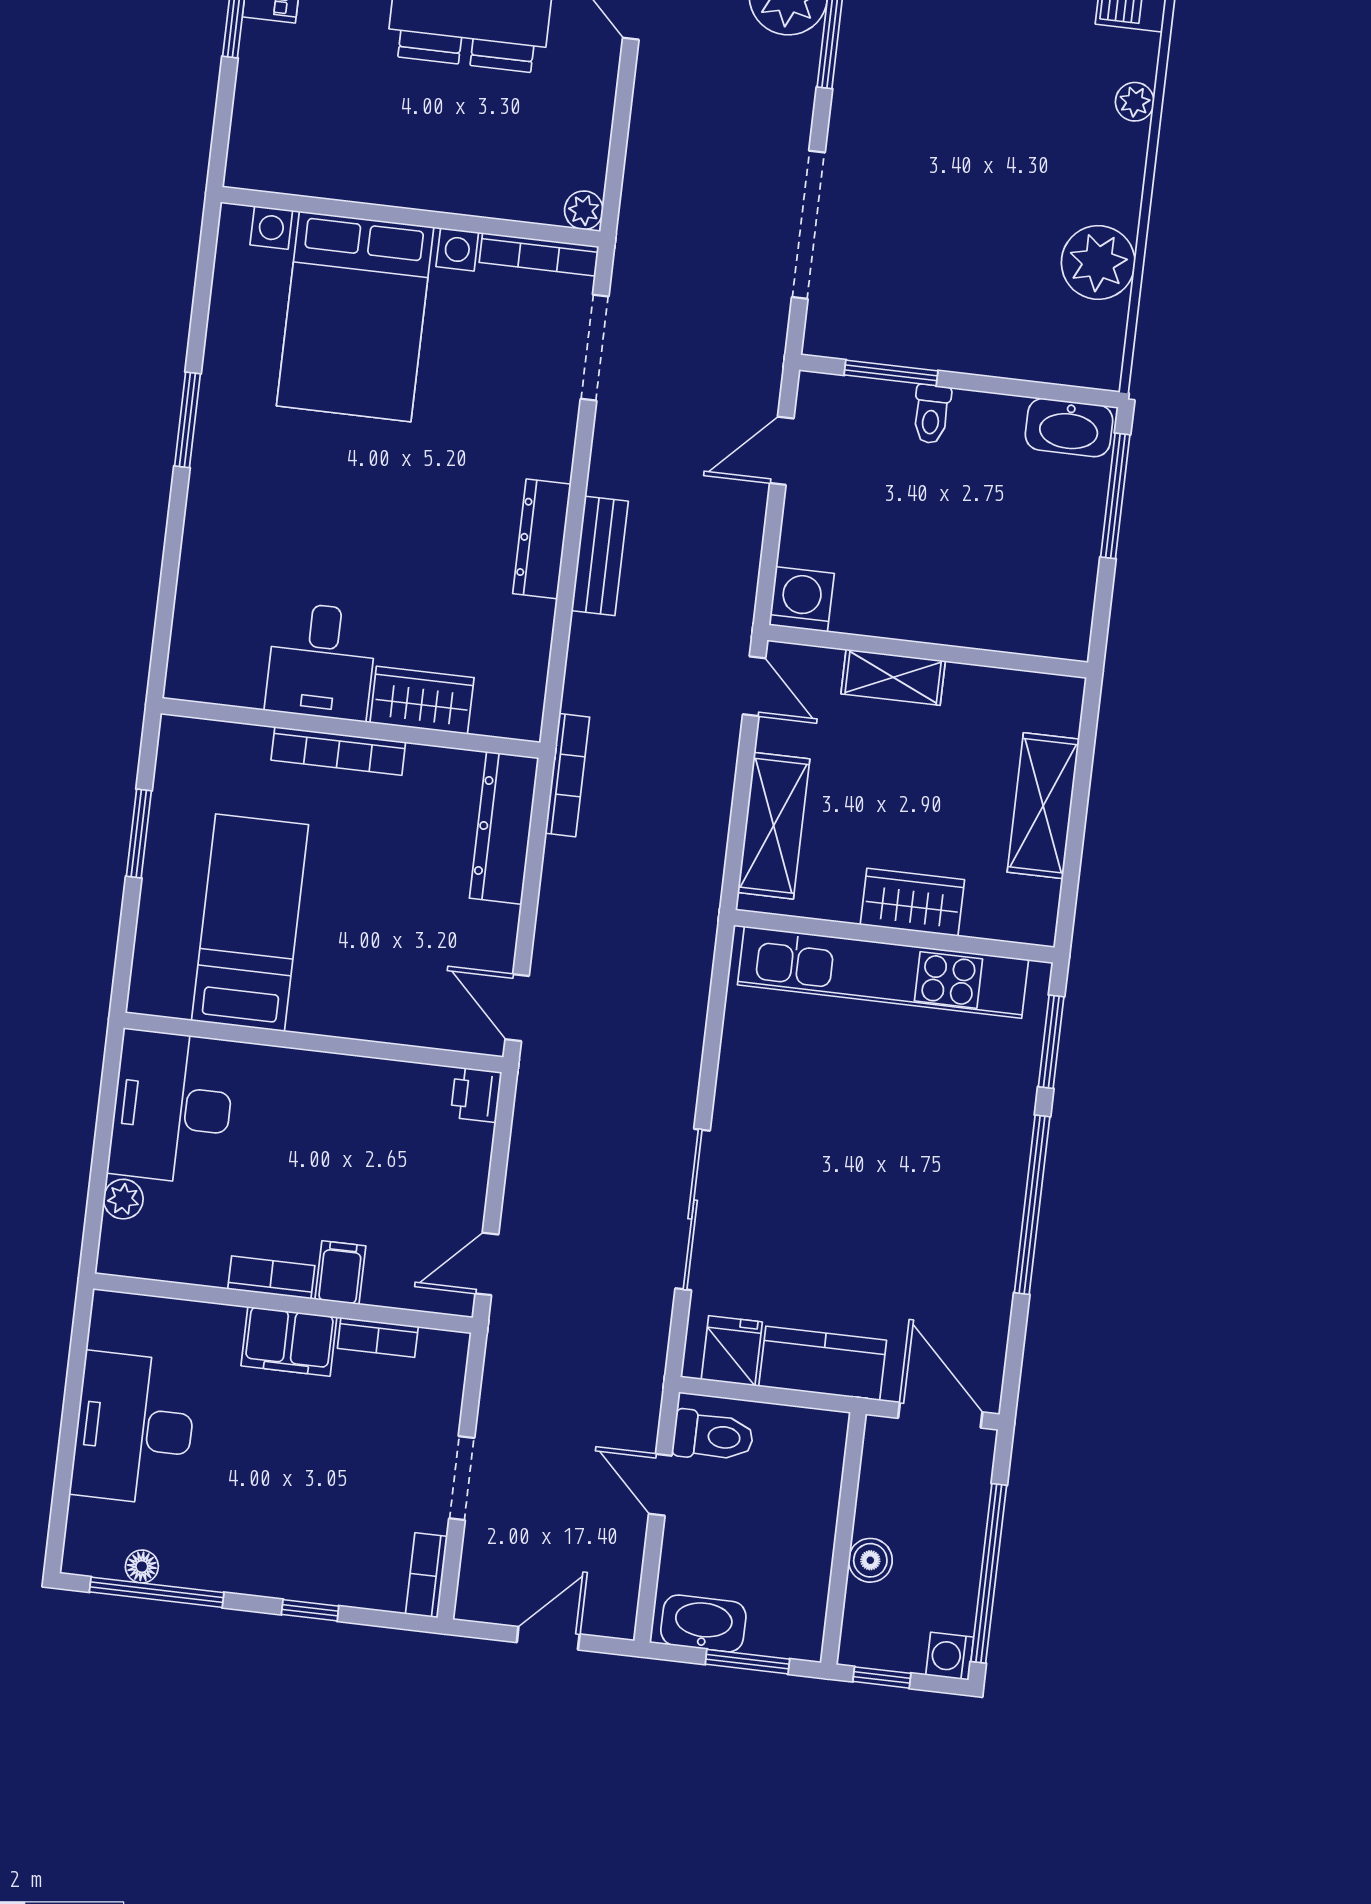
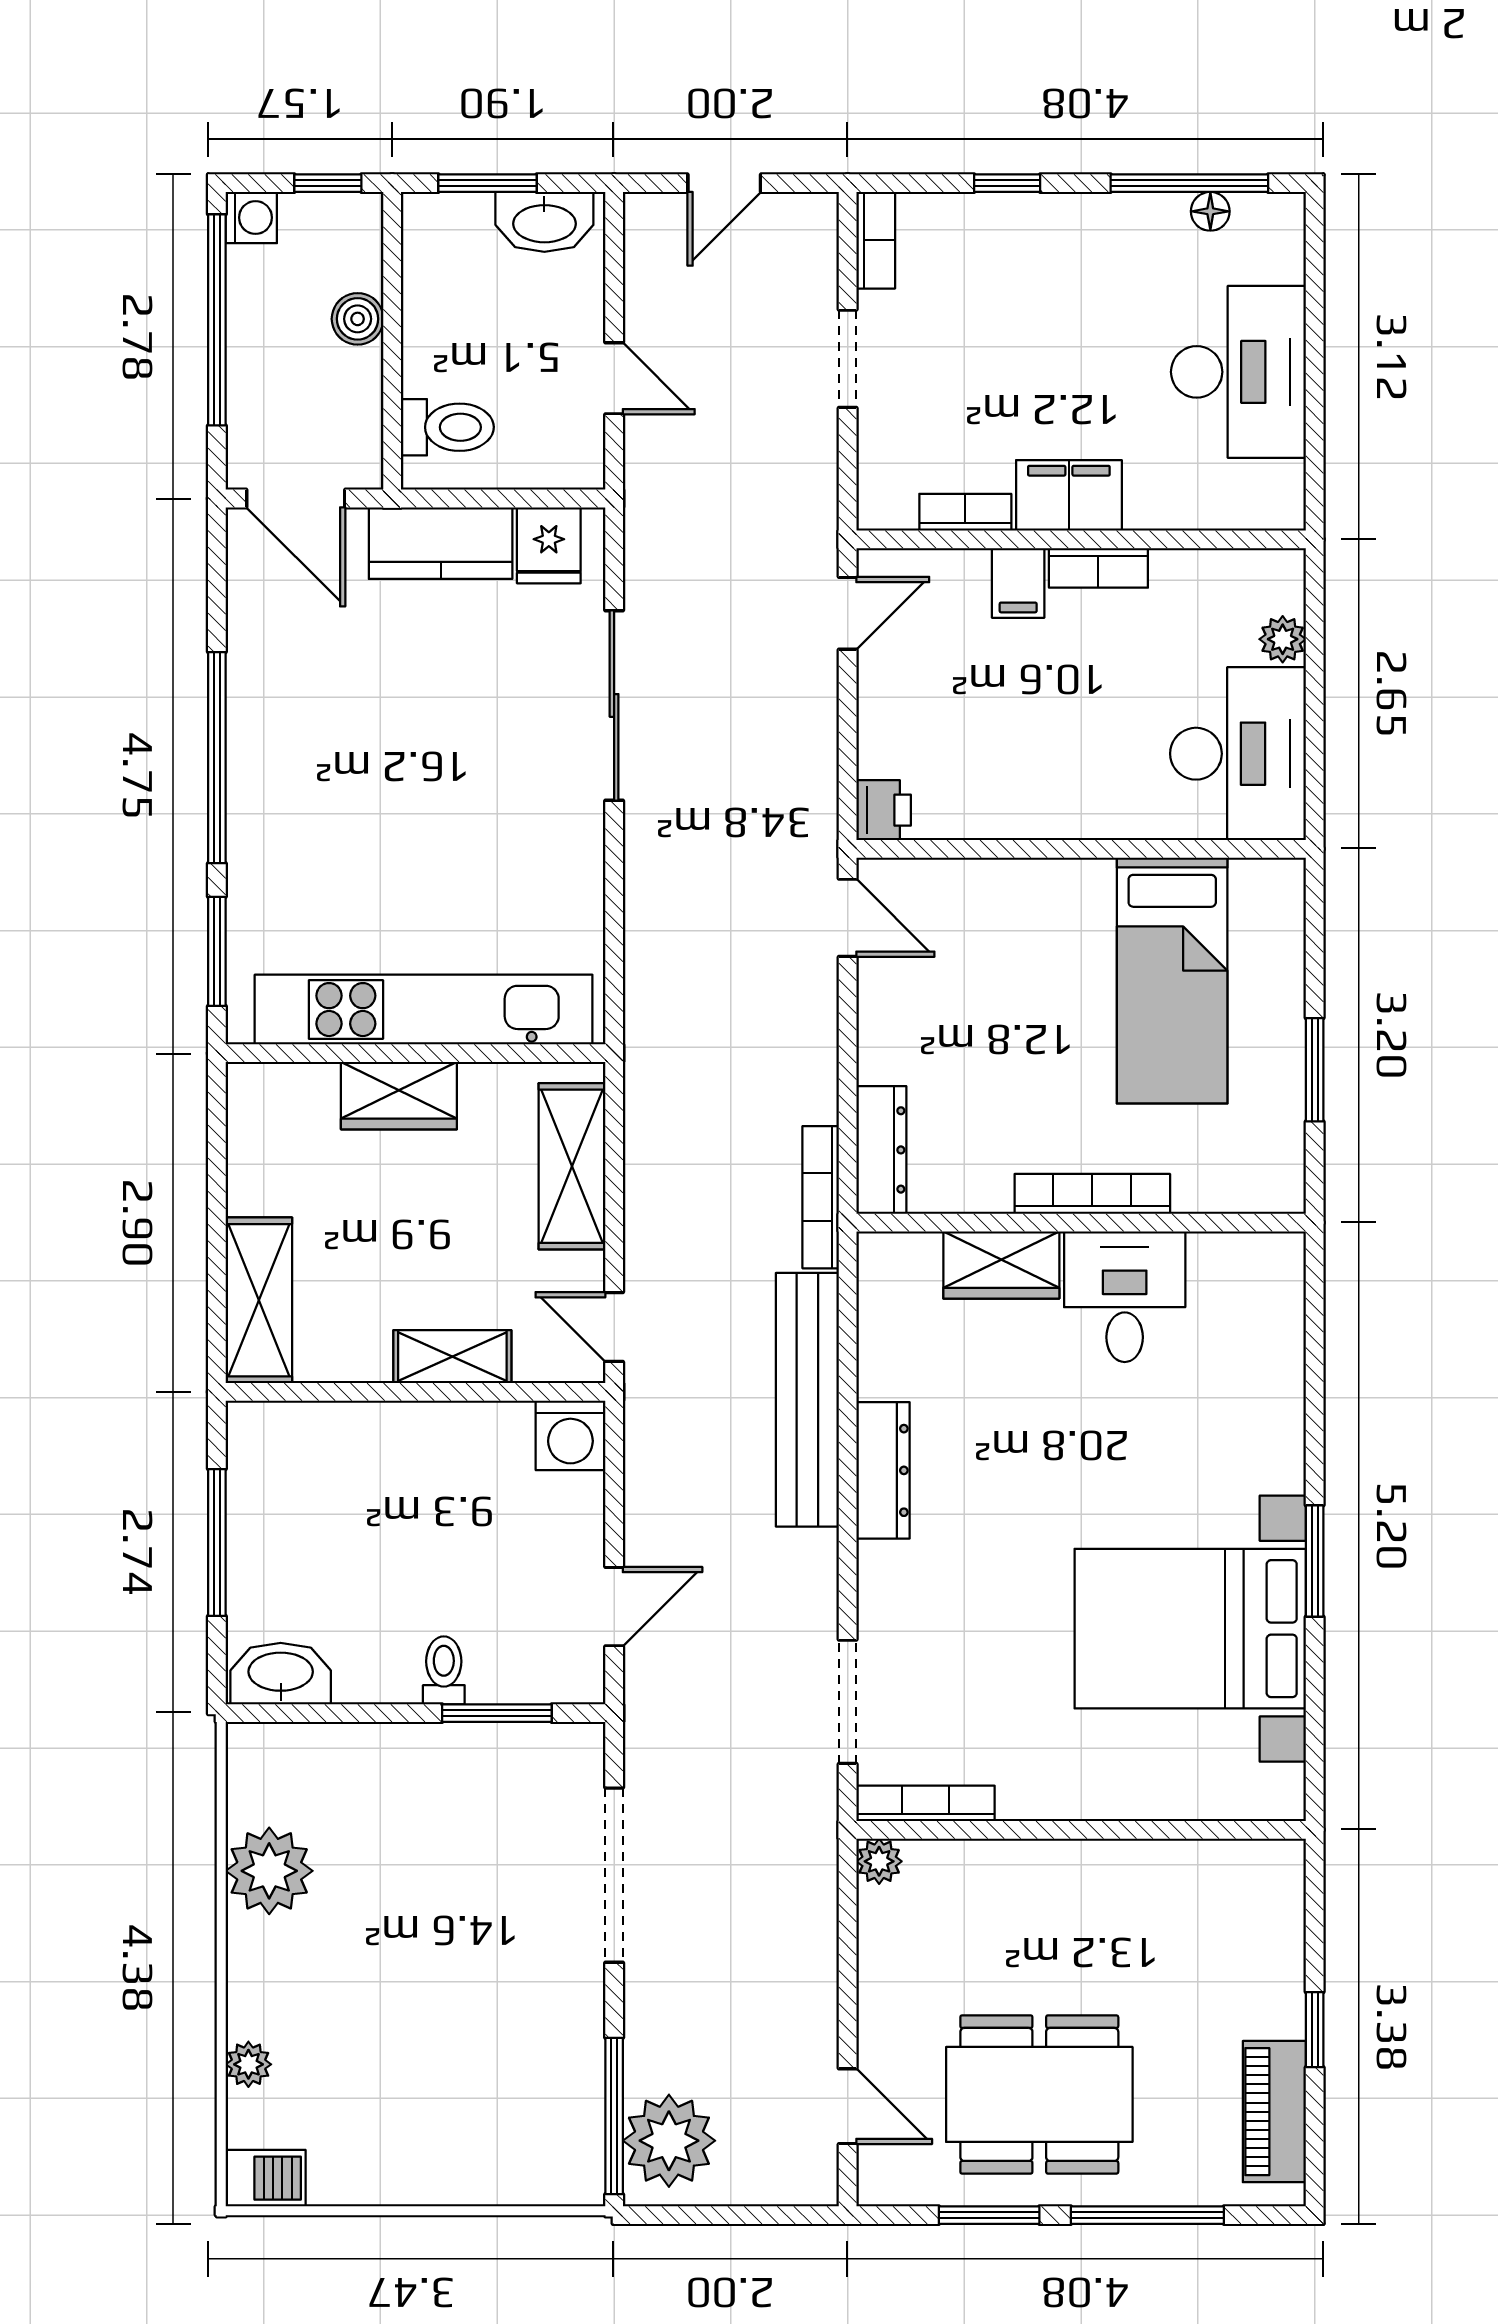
bed with nightstands: (355, 316) -> (1190, 1629), moved, turned -90
window: (1115, 496) -> (217, 1542), moved
bench: (600, 556) -> (807, 1400), width x1.86, depth x1.21
shelving: (1043, 806) -> (259, 1300), moved
dresser: (504, 828) -> (881, 1150), width x0.73, depth x0.80
toilet: (713, 1436) -> (447, 427), moved, turned 180

